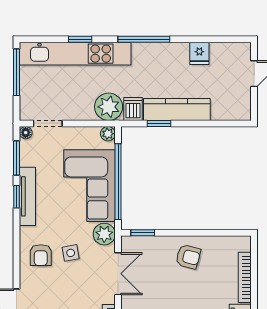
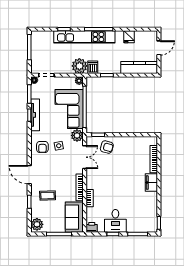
kitchen unit: (75, 54) -> (84, 37), moved
kitchen counter: (177, 110) -> (139, 67), moved
armchair: (188, 257) -> (107, 147), moved

